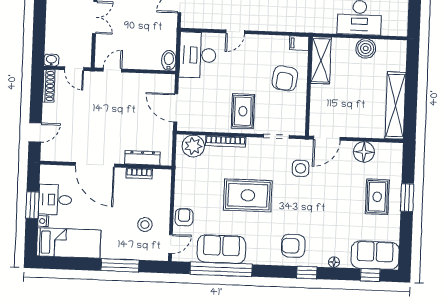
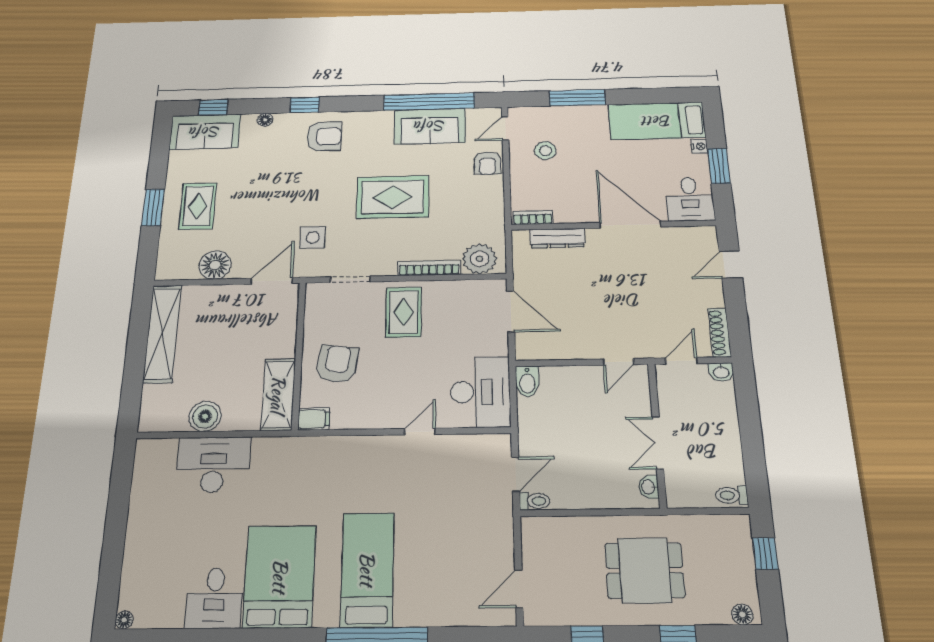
door: (74, 69) -> (681, 361), hinge flipped
bookcase: (139, 173) -> (533, 217), moved
desk: (55, 200) -> (690, 199), moved, turned 90

